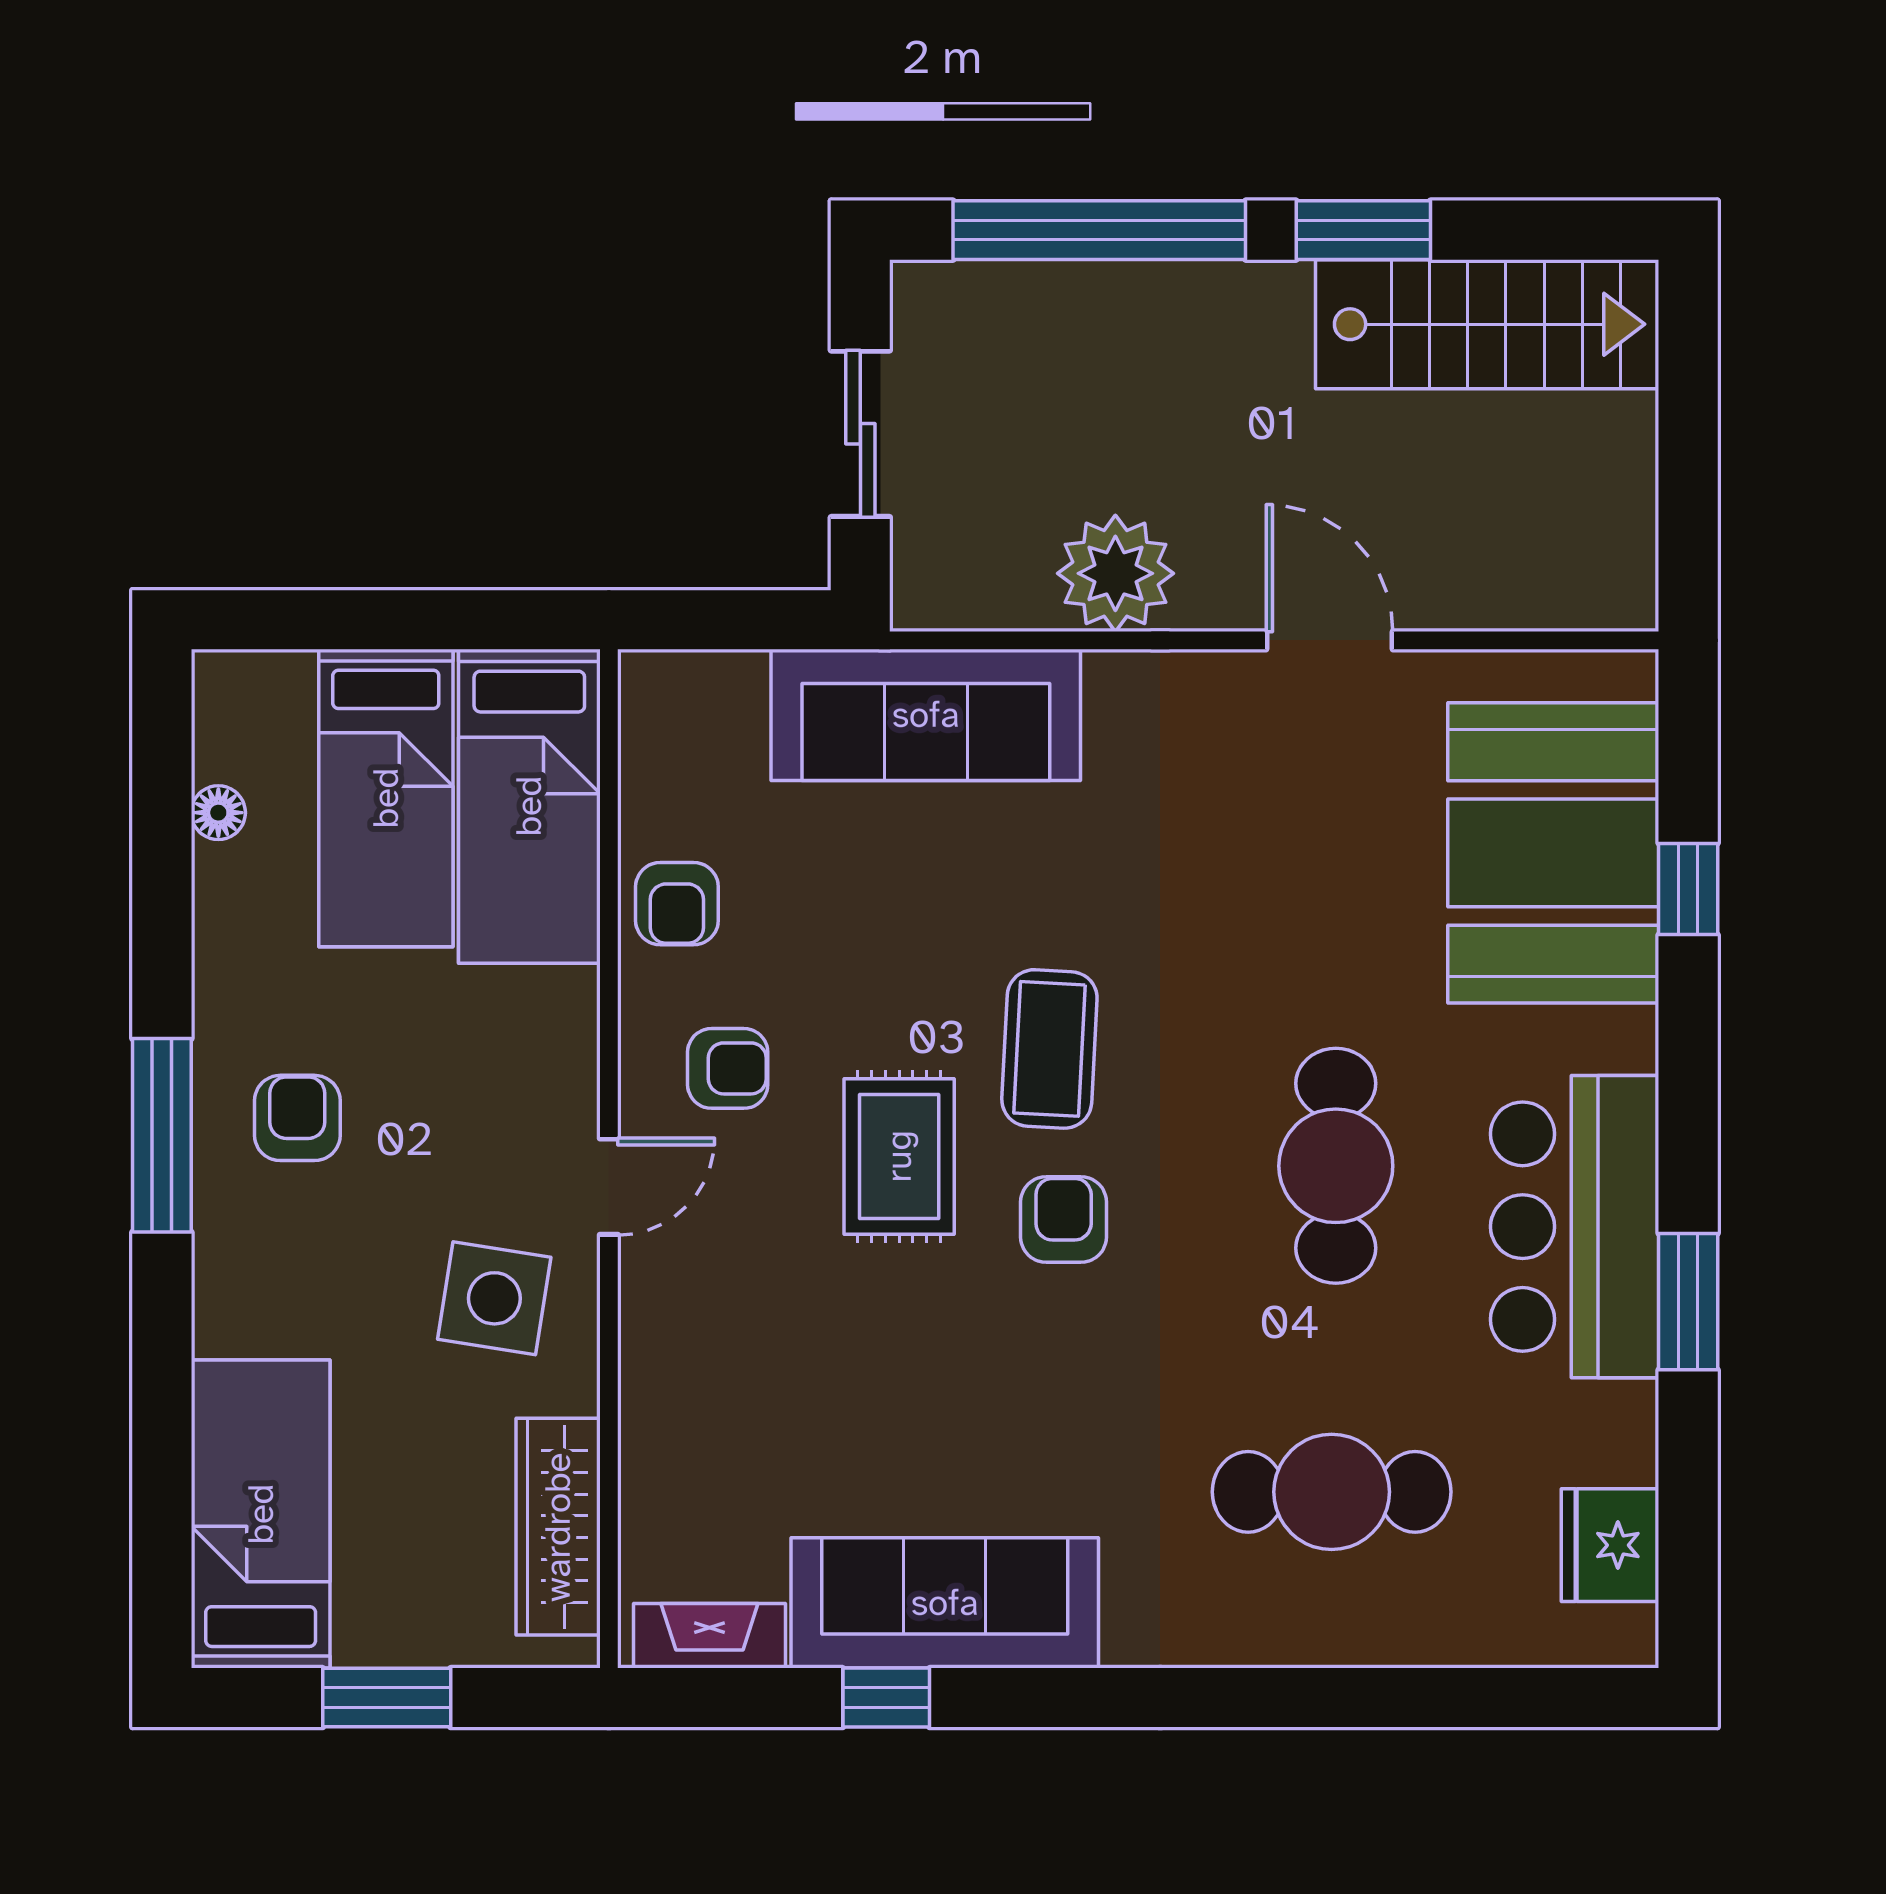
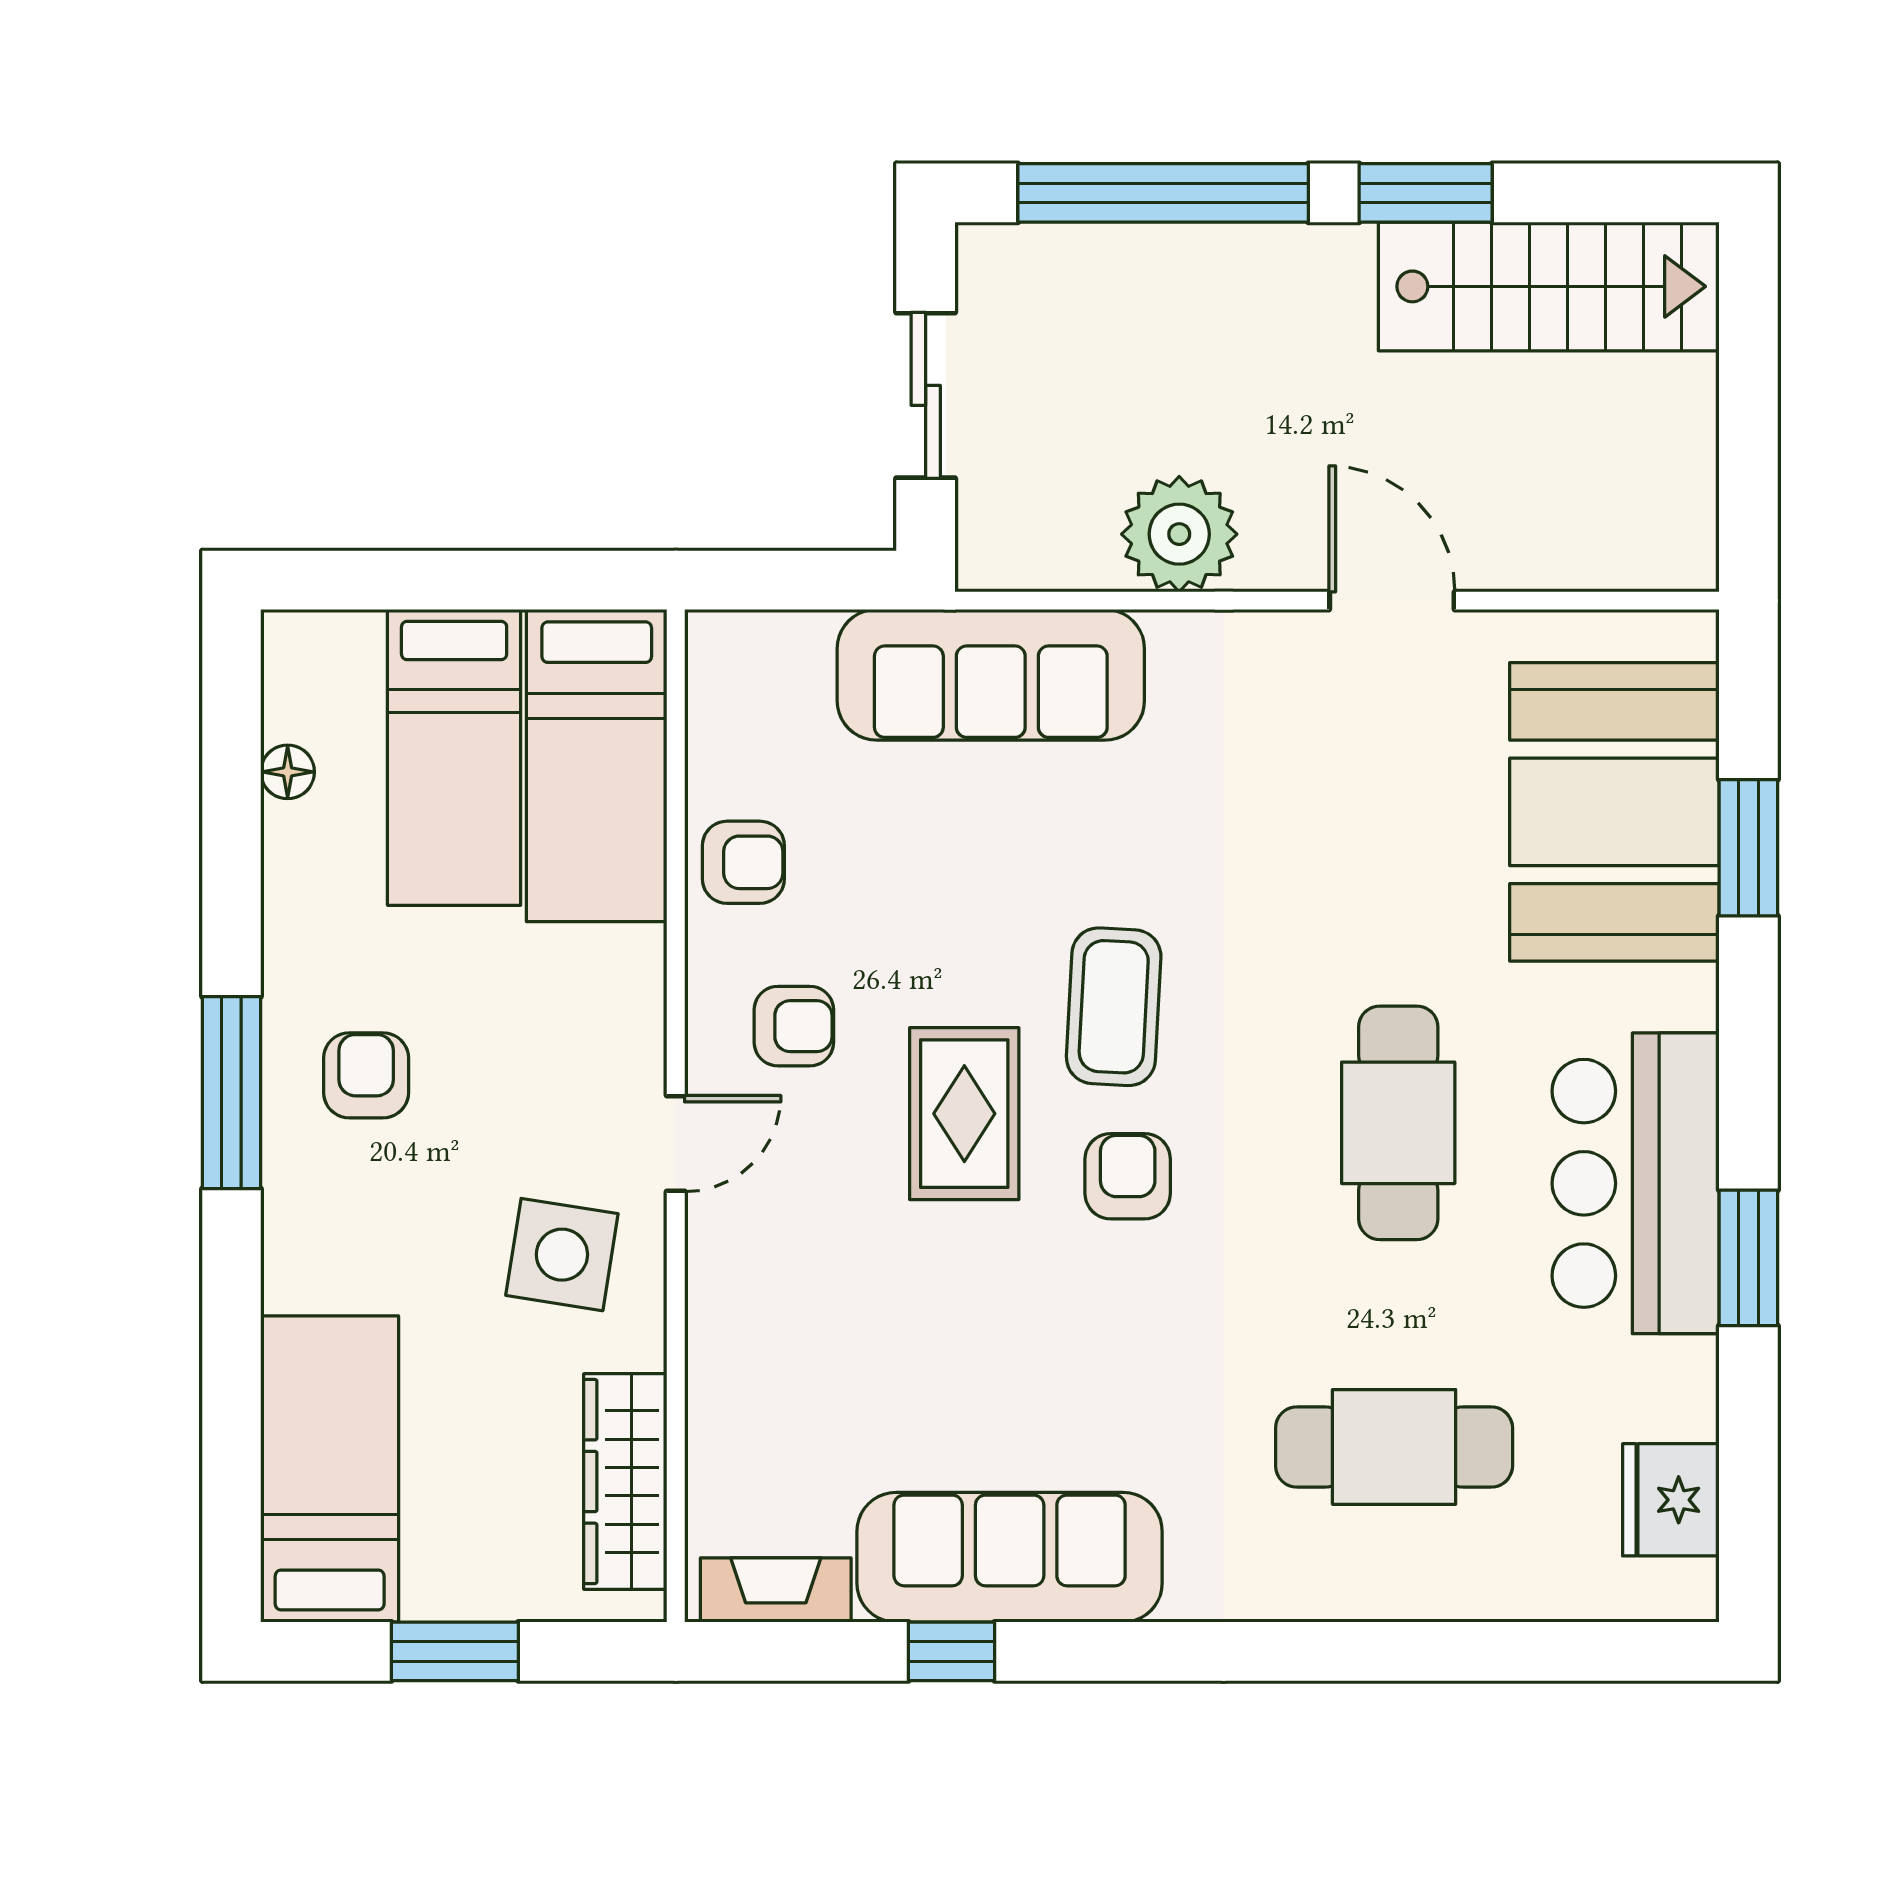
window: (1688, 889) -> (1748, 848), width x1.50
armchair: (677, 904) -> (743, 862), turned -90

